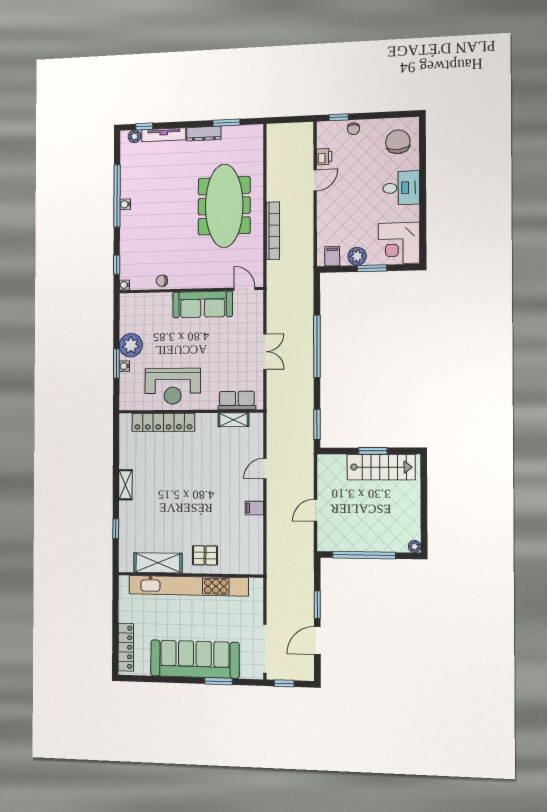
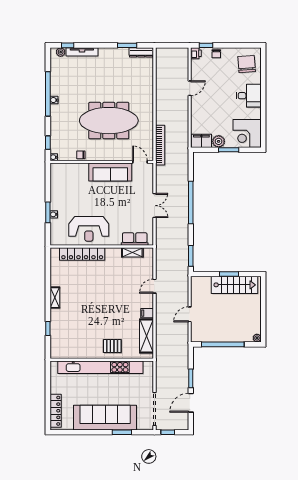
dresser: (204, 134) -> (141, 52), moved
printer: (324, 157) -> (196, 53), moved
meeting table: (224, 206) -> (109, 121), moved, turned 90
bookcase: (273, 231) -> (160, 145), moved
filing cabinet: (332, 256) -> (201, 141), width x2.00
plant: (131, 345) -> (58, 200), removed
shelving: (158, 563) -> (146, 336), moved, turned 90

